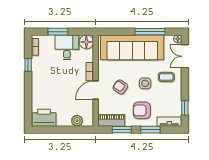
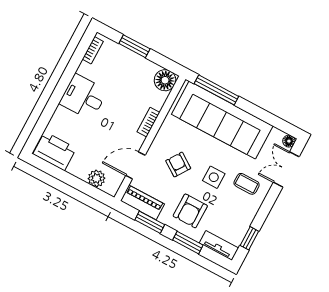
window: (150, 32) -> (216, 90), moved
desk: (67, 47) -> (83, 97), moved, turned -90
window: (28, 65) -> (71, 69), removed
door: (96, 90) -> (135, 165), moved
armchair: (142, 110) -> (190, 211), turned -90

